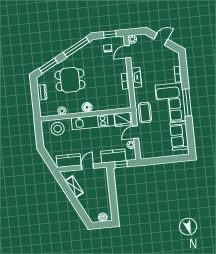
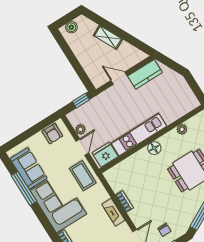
window: (187, 102) -> (24, 189), moved
stool: (58, 129) -> (177, 106), removed
armchair: (151, 151) -> (52, 134), added
kitchen counter: (113, 156) -> (95, 106), removed
door: (87, 167) -> (119, 78), swing flipped
shelving: (74, 187) -> (108, 37), moved

